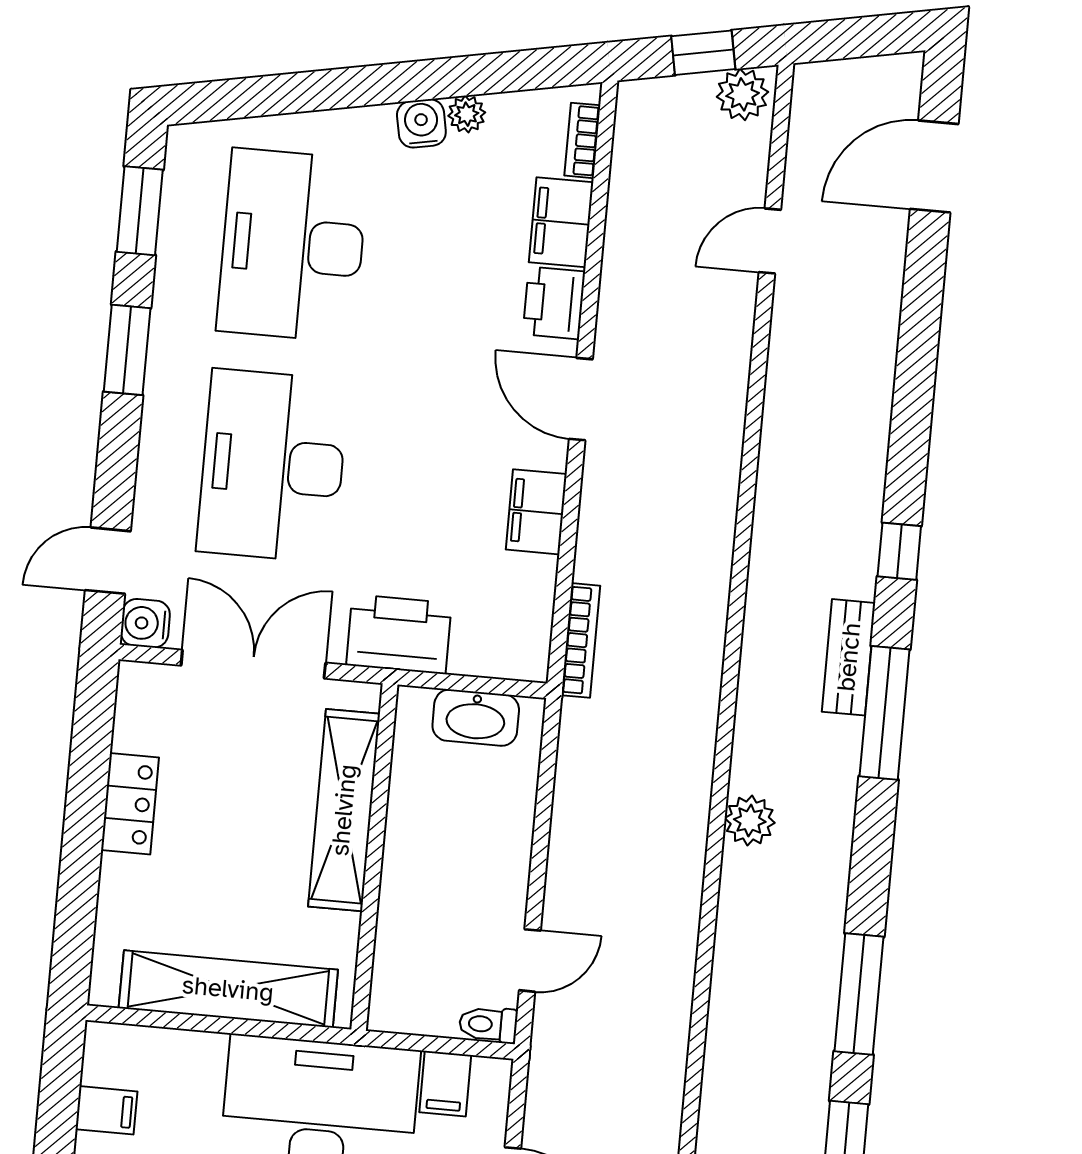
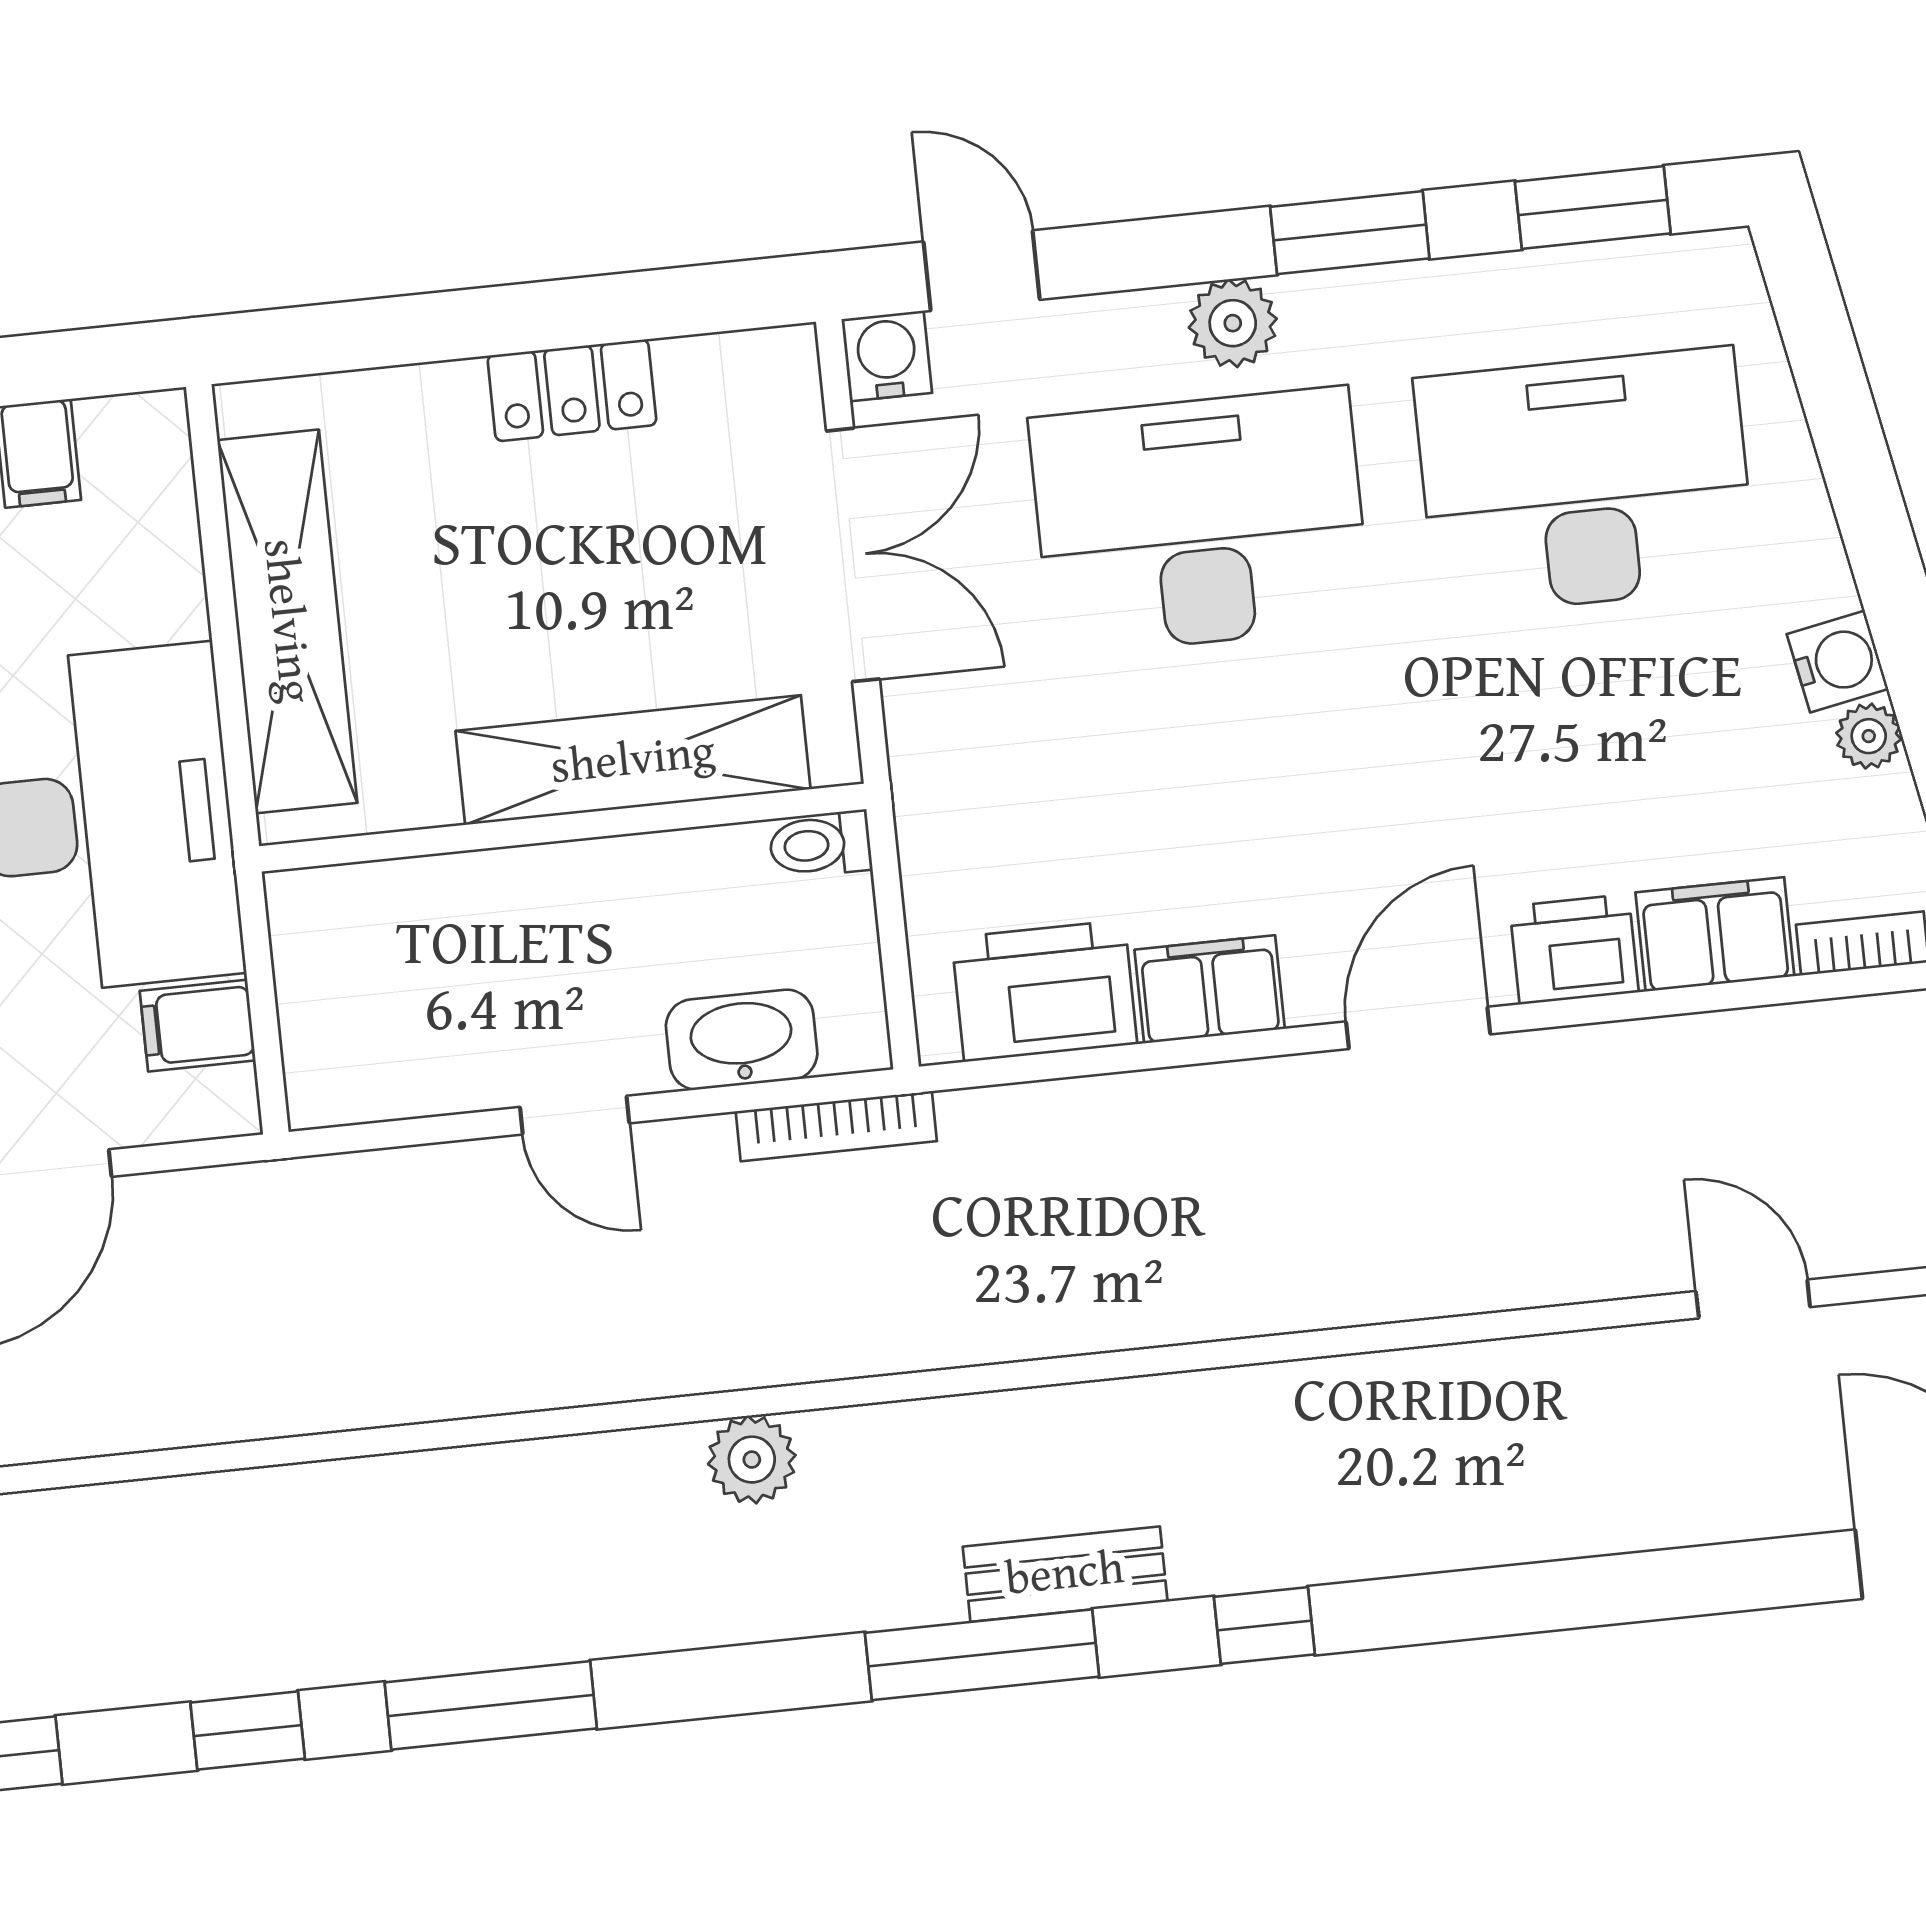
plant: (165, 426) -> (1233, 323), added
printer: (399, 634) -> (1044, 991), moved, turned -90
bookcase: (581, 640) -> (836, 1126), moved
washbasin: (476, 718) -> (742, 1040), moved, turned 90
door: (530, 960) -> (575, 1115), moved
toilet: (488, 1025) -> (820, 844), moved, turned -90

